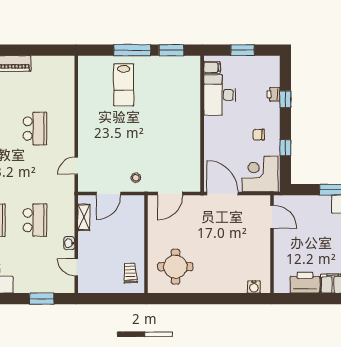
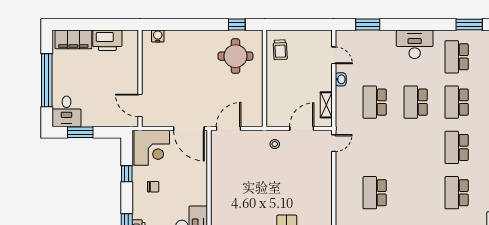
door: (76, 166) -> (334, 143), moved
door: (170, 194) -> (229, 128), moved
window: (174, 299) -> (237, 24), added

